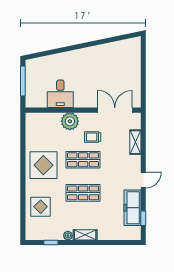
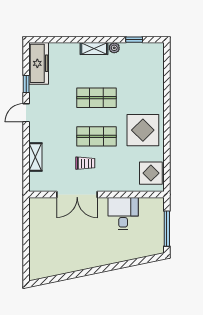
double door: (115, 110) -> (77, 194), moved
plant: (70, 121) -> (112, 181), removed
display table: (41, 207) -> (151, 173), moved
freezer: (133, 208) -> (39, 63), moved
window: (143, 218) -> (26, 84), moved

